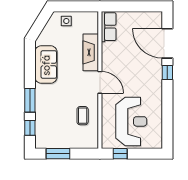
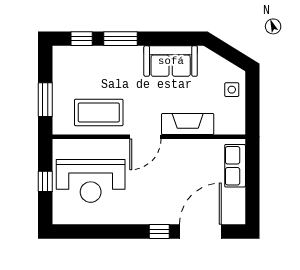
row of seats: (109, 27) -> (235, 166), moved, turned 90
coffee table: (83, 116) -> (99, 112), width x1.86, depth x1.72
window: (58, 154) -> (45, 100), moved
window: (120, 154) -> (45, 181), moved

